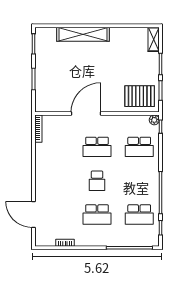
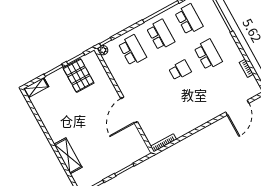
shelving: (83, 34) -> (68, 156), width x0.68
pallet: (140, 96) -> (78, 75), moved
door: (86, 114) -> (129, 110), hinge flipped
school desk: (97, 147) -> (161, 35), moved

